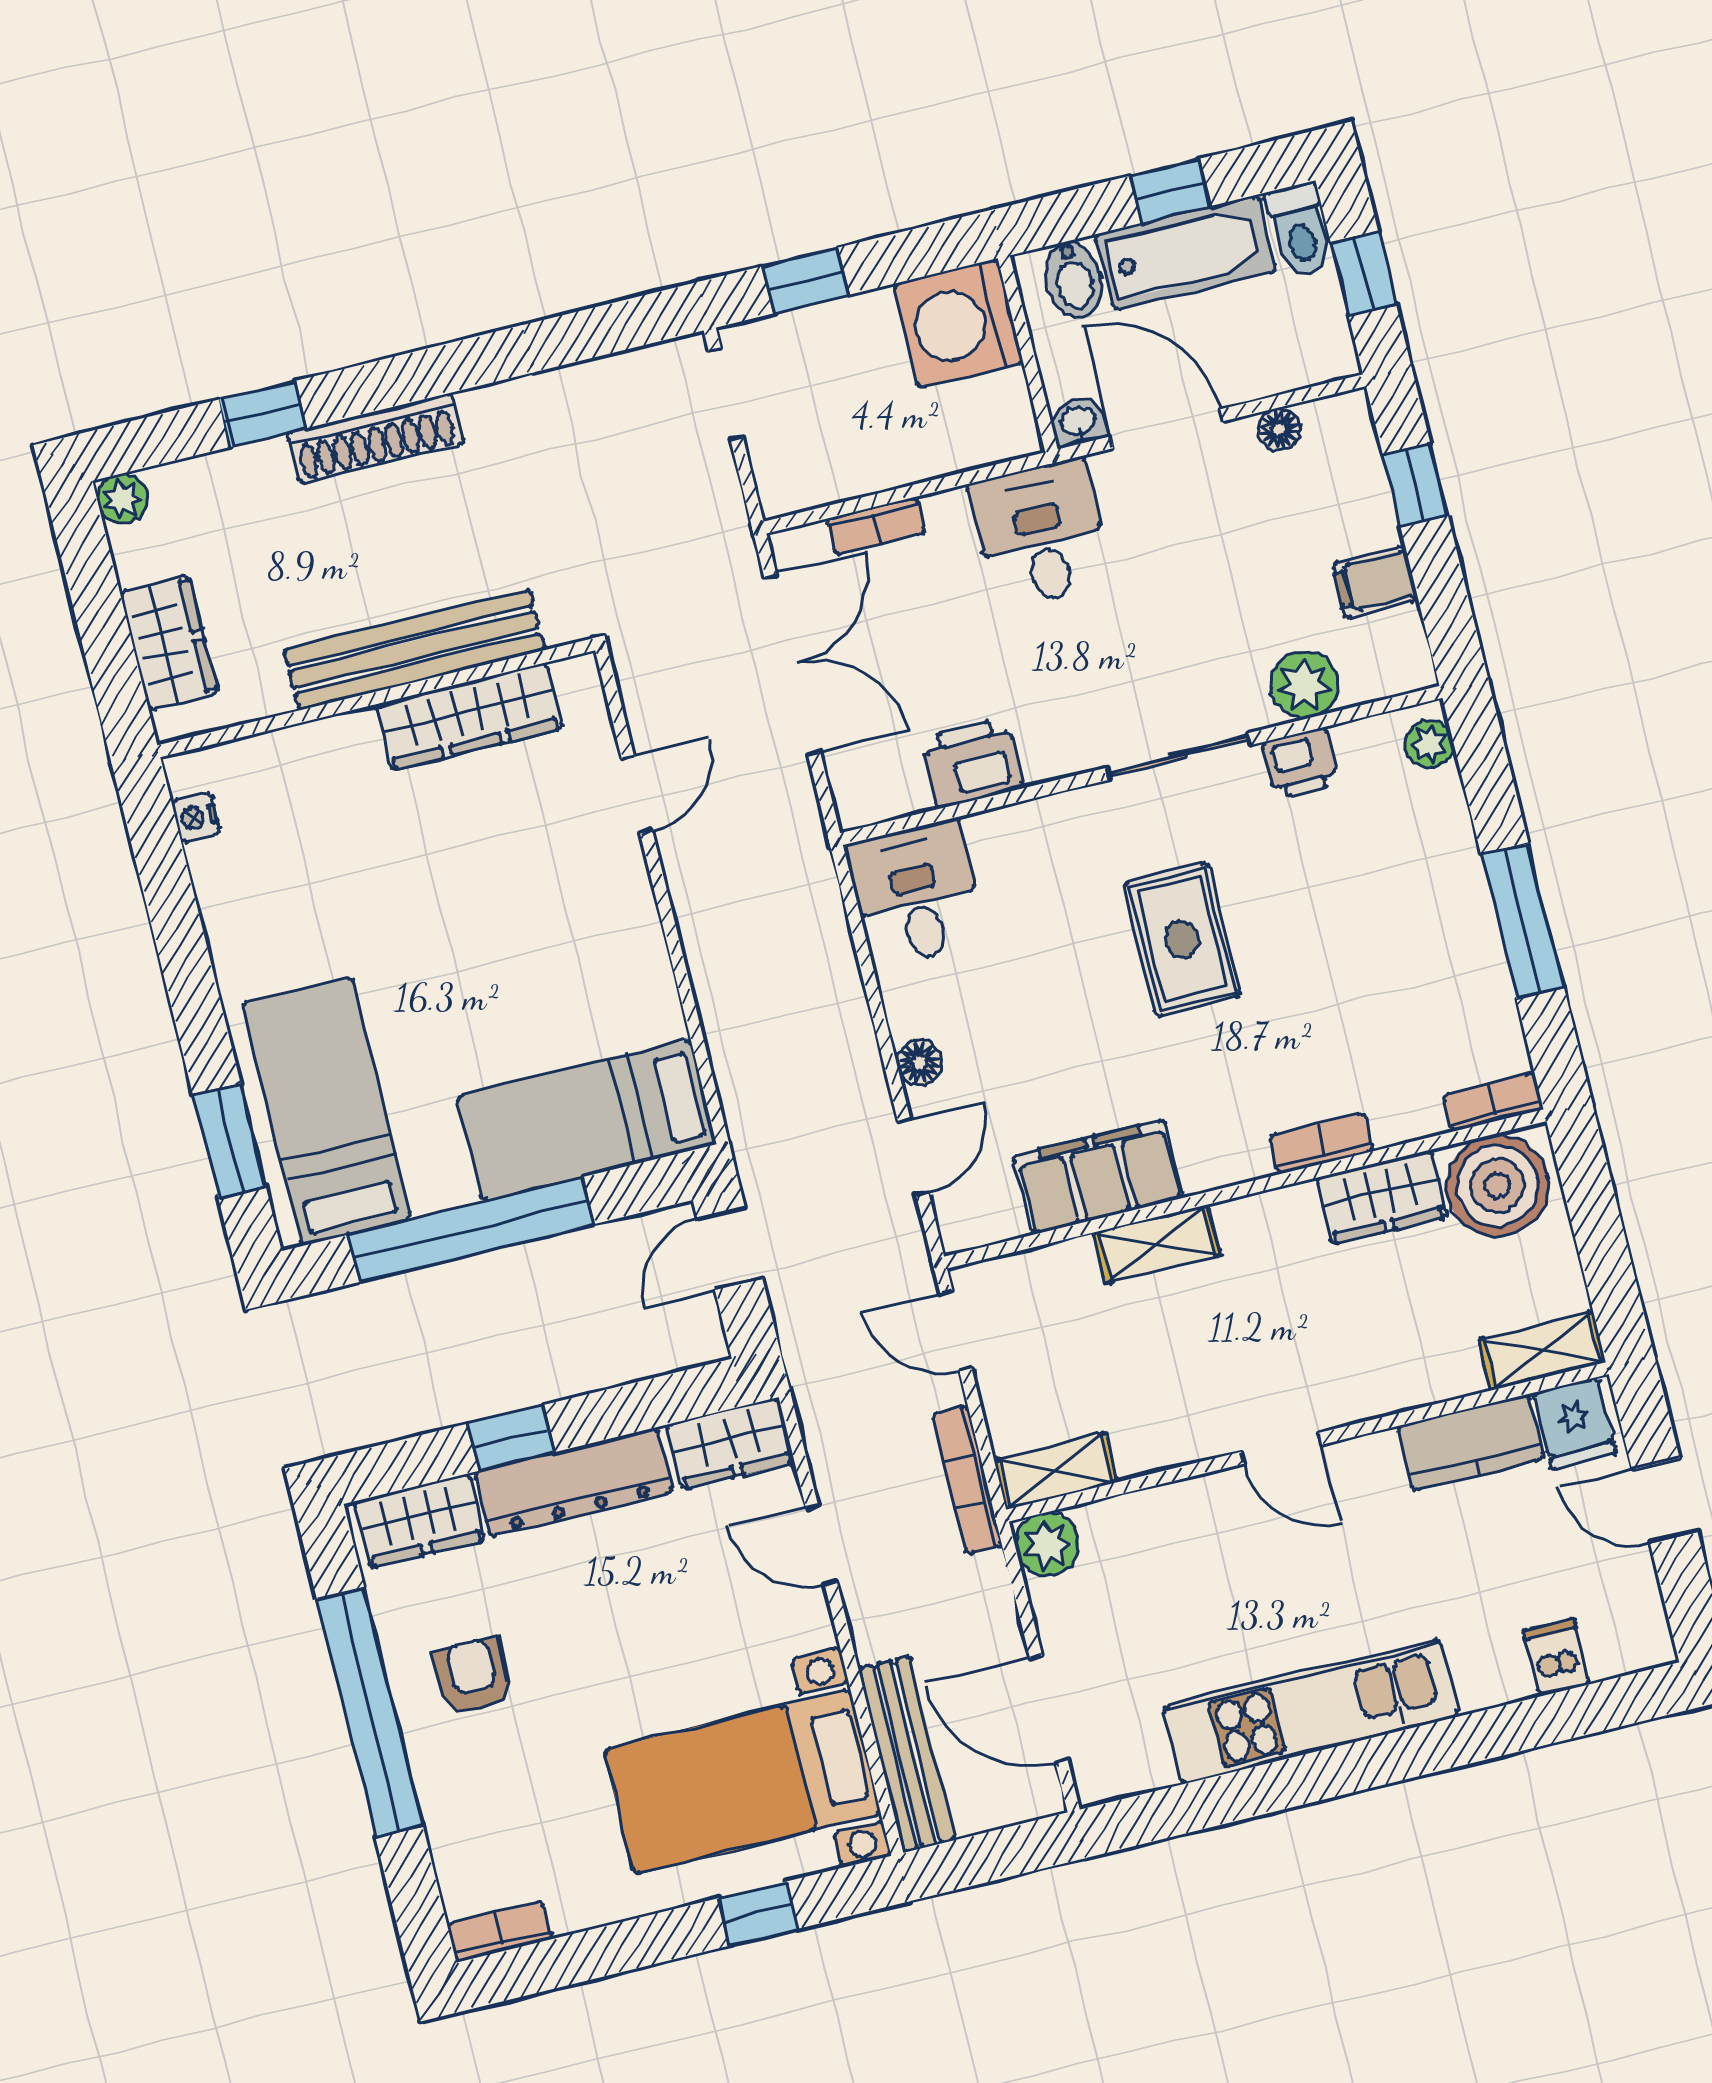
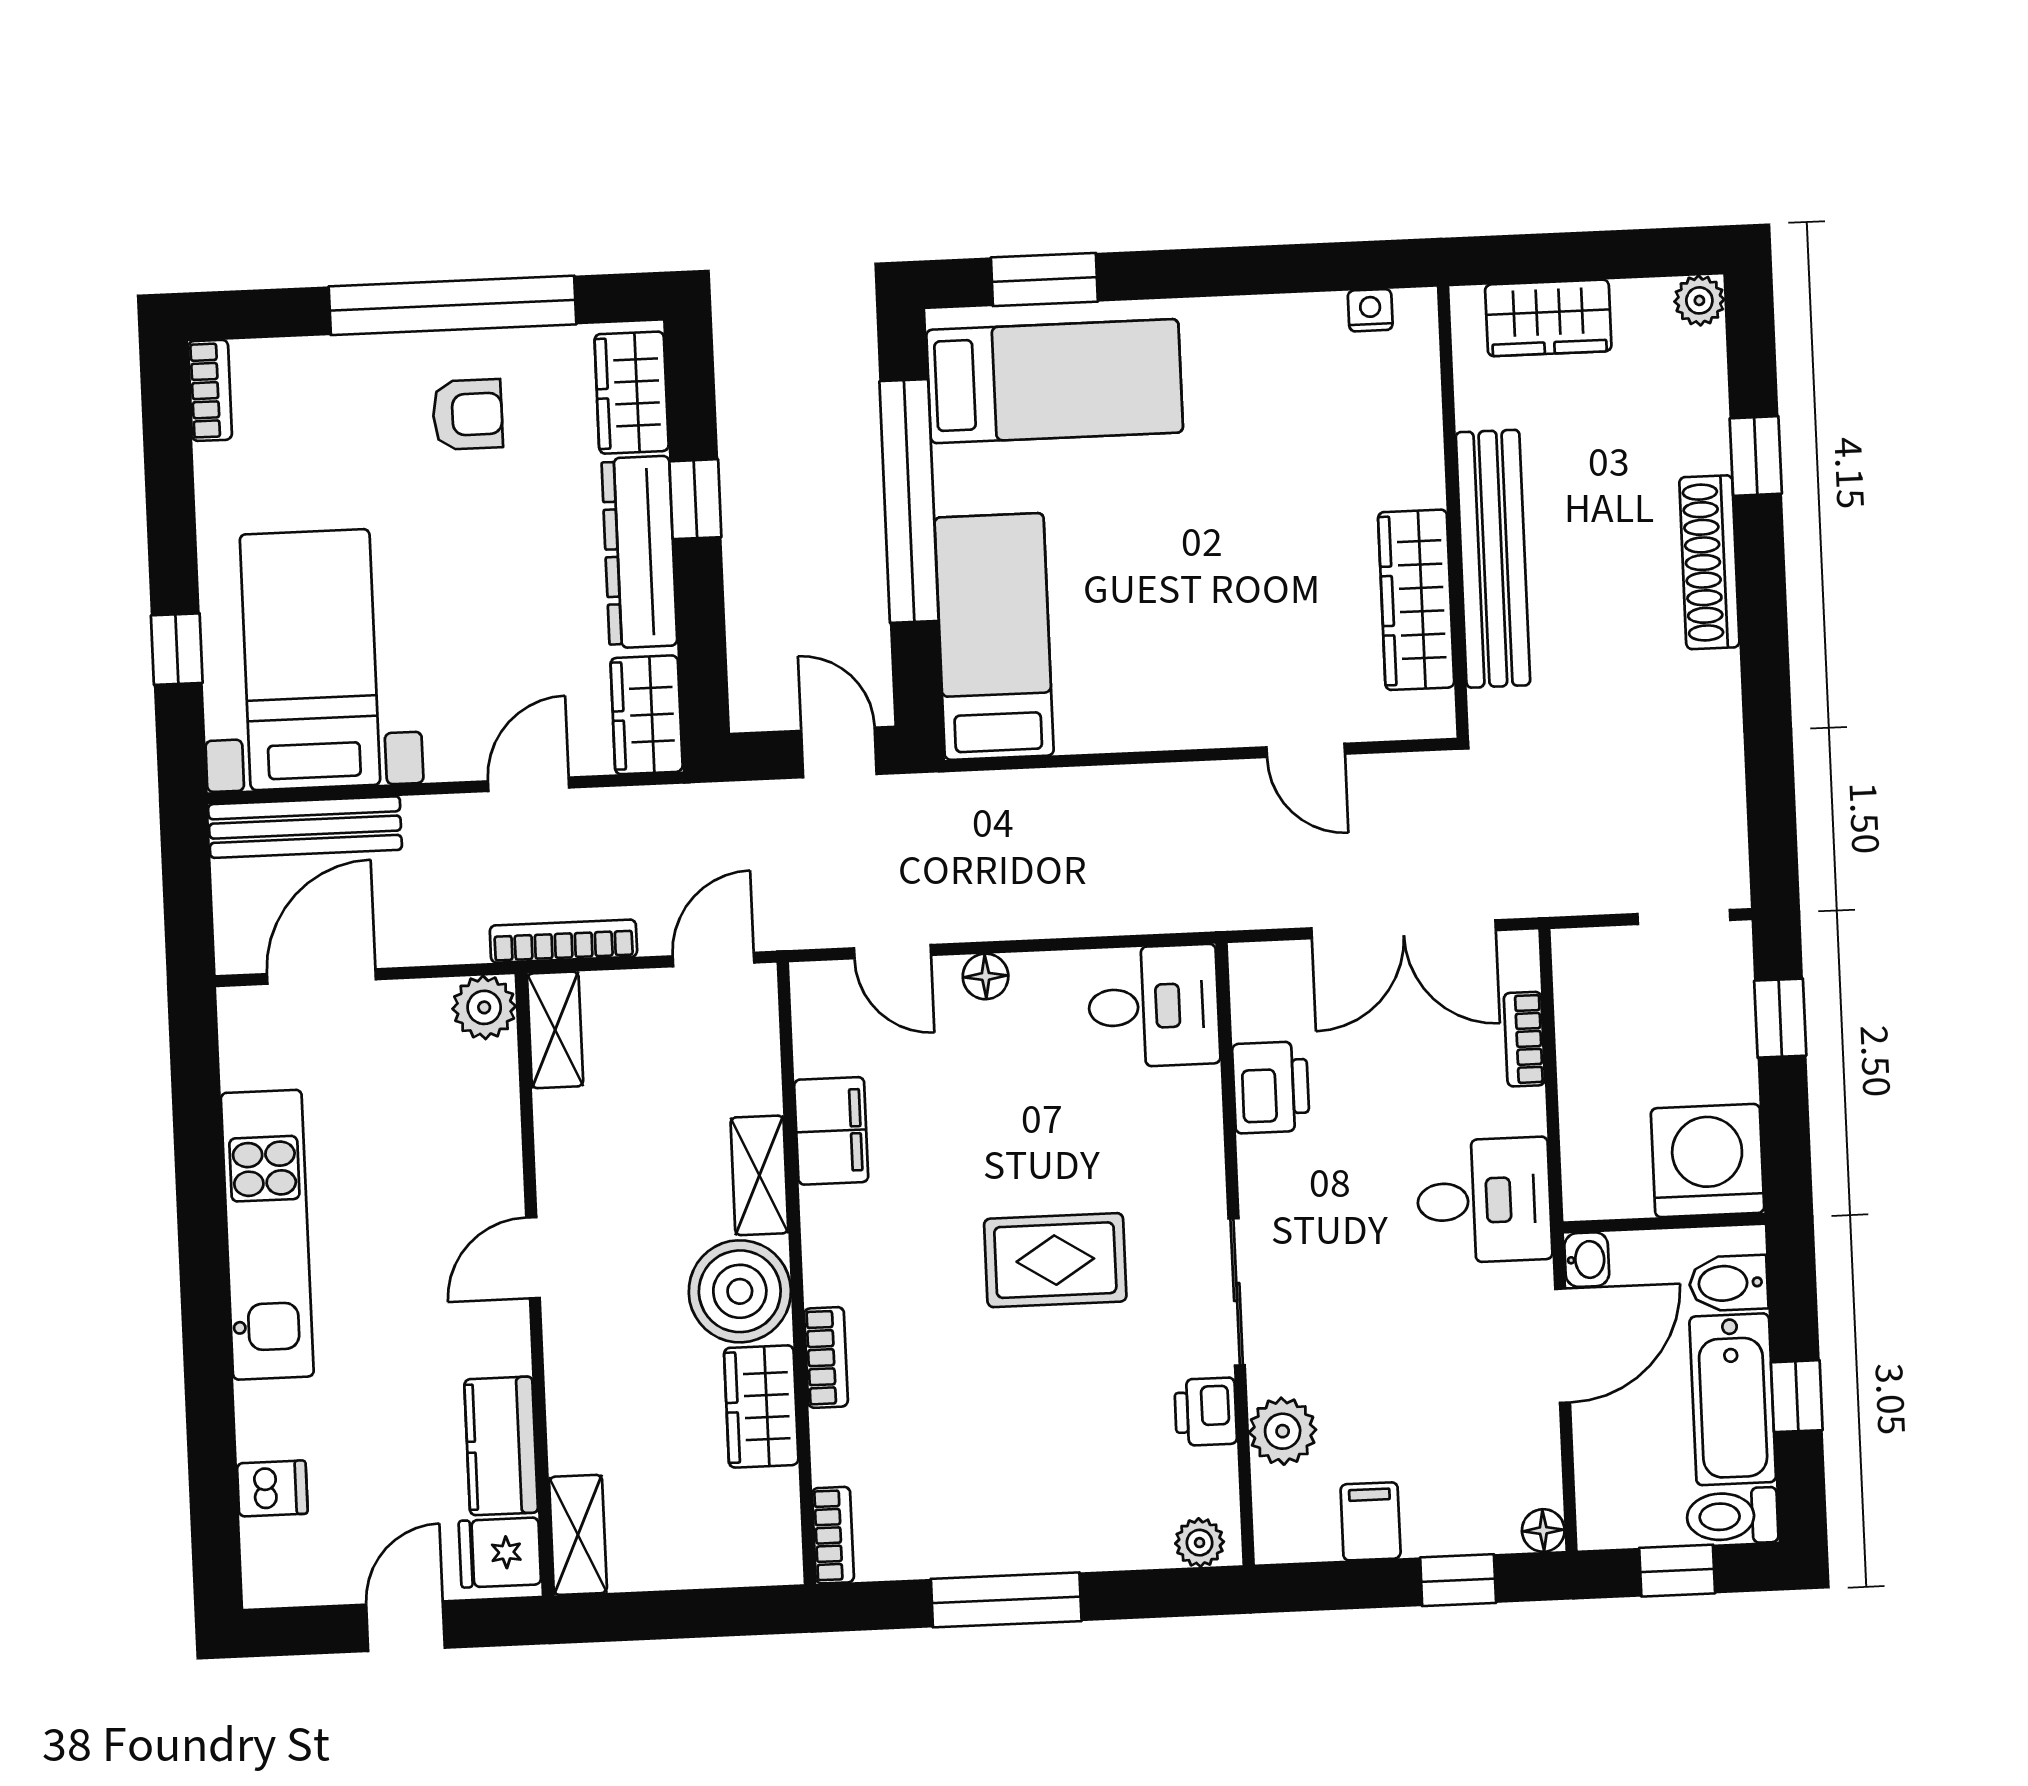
floor lamp: (1279, 429) -> (1543, 1530), moved
filing cabinet: (1098, 1177) -> (831, 1131), width x0.67, depth x0.86
boiler: (1497, 1186) -> (740, 1291), moved

